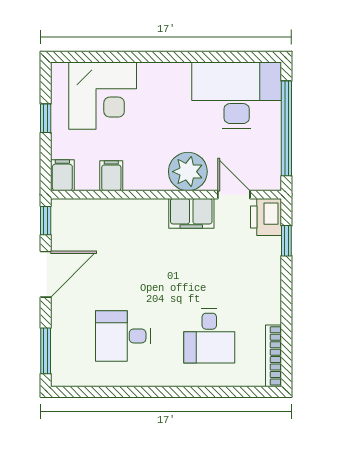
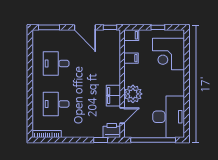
desk: (123, 336) -> (56, 64), turned -90

